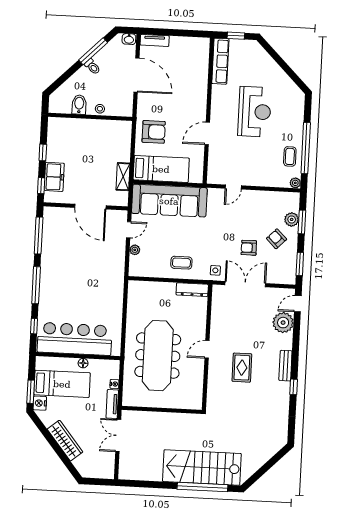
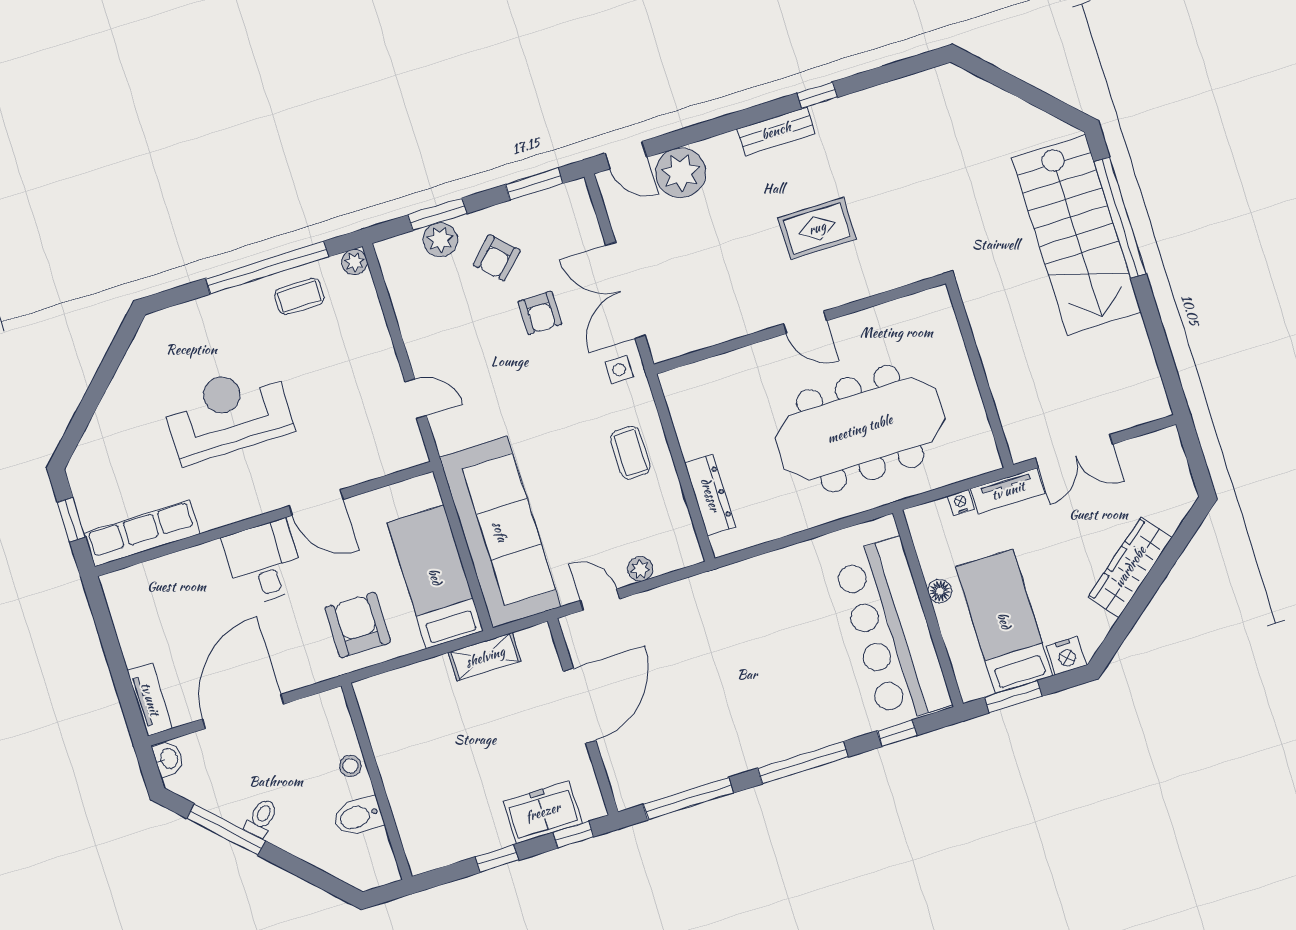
desk: (191, 104) -> (264, 563), added
dresser: (192, 290) -> (710, 495), moved
window: (31, 392) -> (1013, 697), moved

